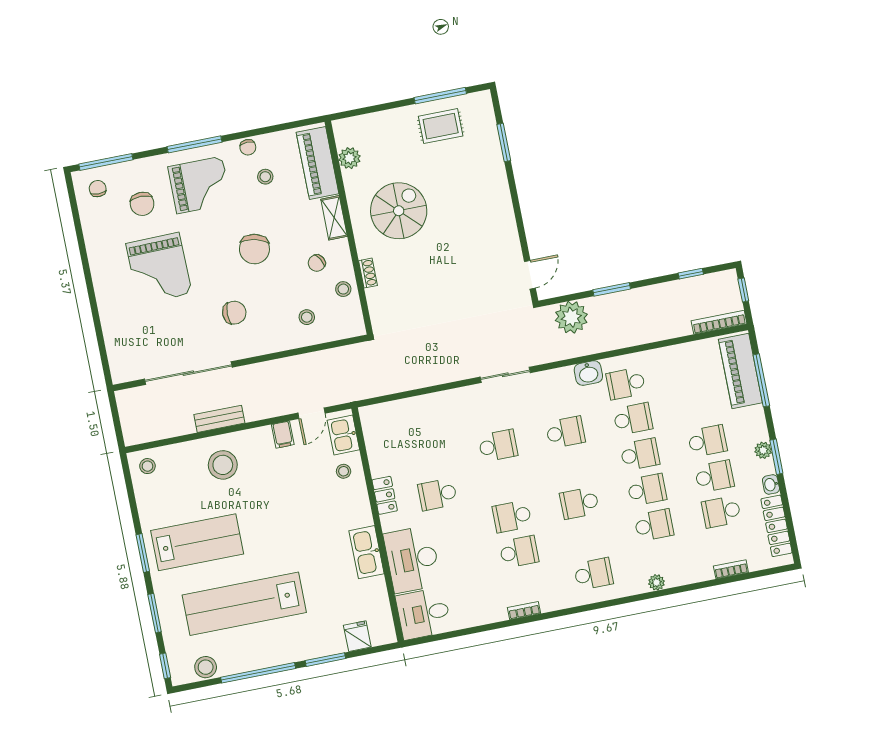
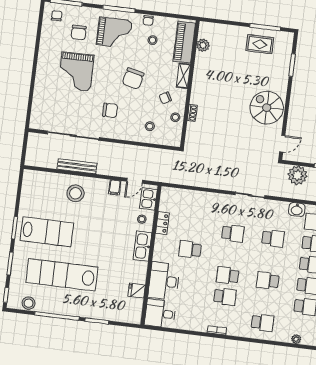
spiral stairs: (399, 211) -> (267, 108), moved, turned -90
bench: (219, 419) -> (77, 166), width x1.36
stool: (147, 466) -> (33, 180), removed
locker: (385, 495) -> (162, 223), moved
kitchen sink: (367, 552) -> (143, 246), moved
fridge: (357, 636) -> (137, 291), moved, turned -90

